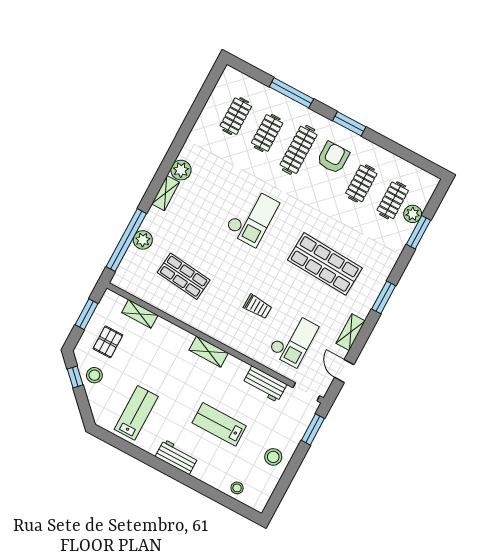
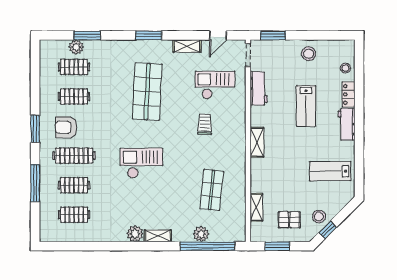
locker: (207, 476) -> (348, 94), added

